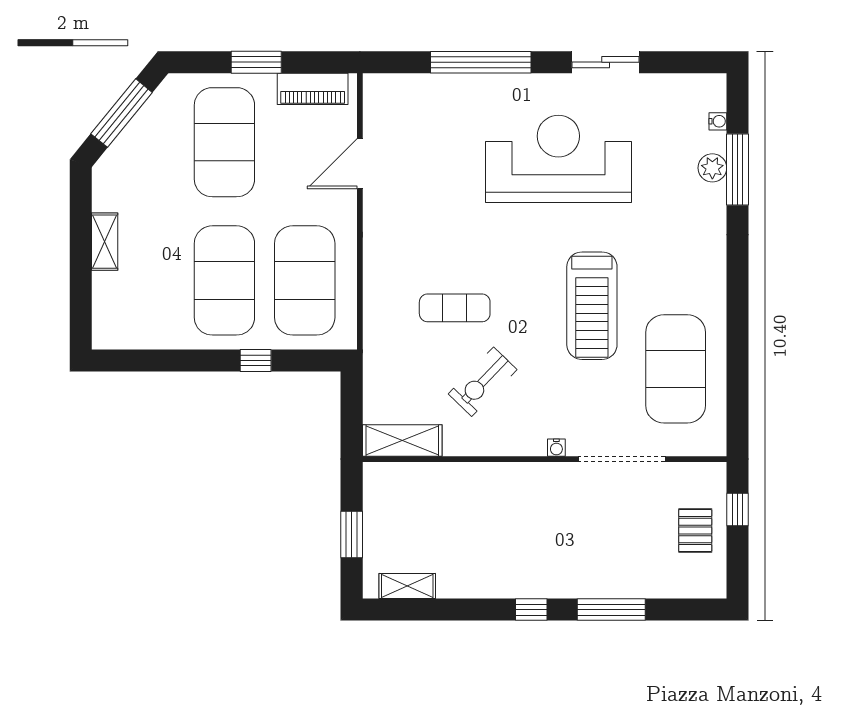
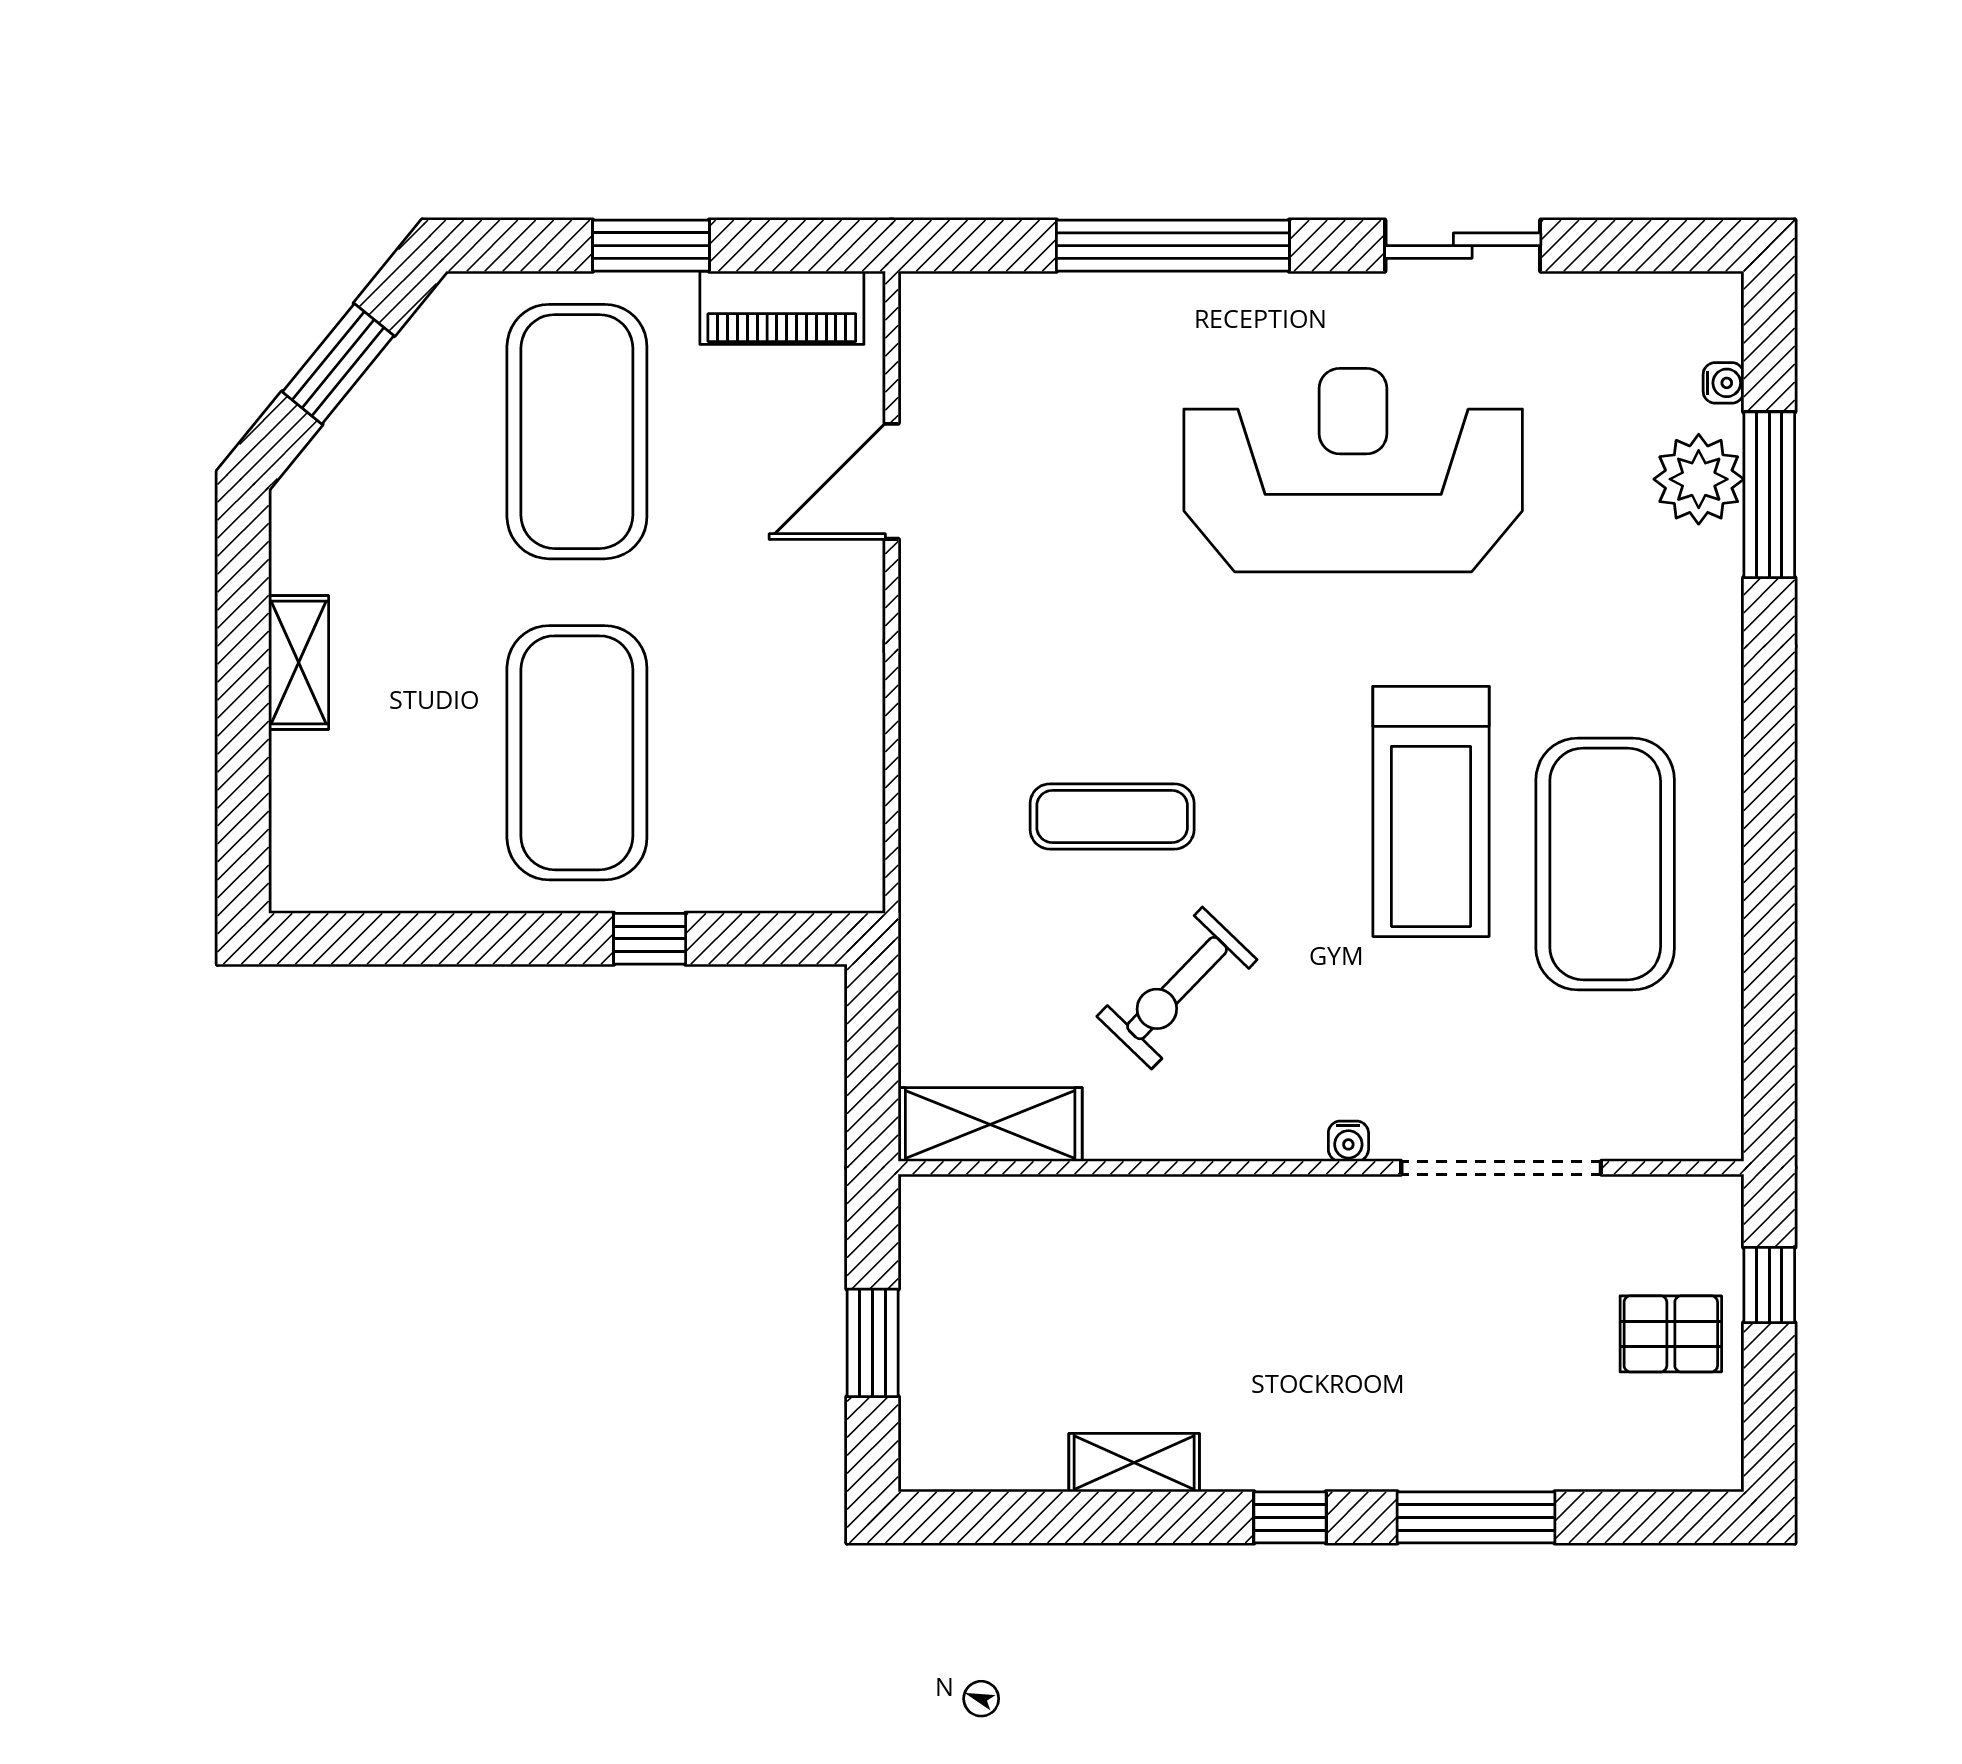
window: (122, 113) -> (338, 364), width x0.69
plant: (712, 168) -> (1699, 479), width x1.36, depth x1.36
exercise mat: (305, 280) -> (764, 753), removed
exercise mat: (676, 369) -> (1605, 864), moved
pallet: (695, 531) -> (1671, 1334), turned 90
shelving: (407, 586) -> (1134, 1463), moved

